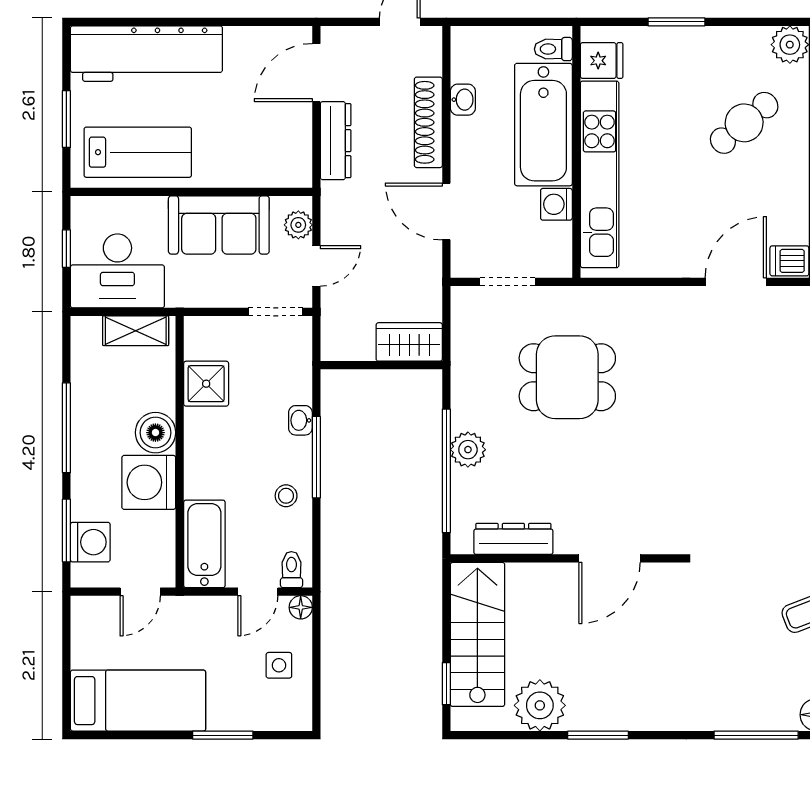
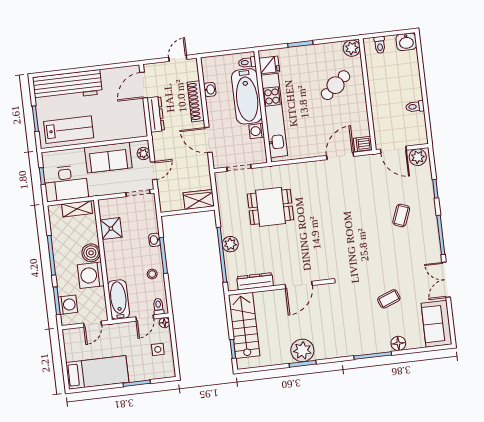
plant: (540, 705) -> (302, 350), moved

